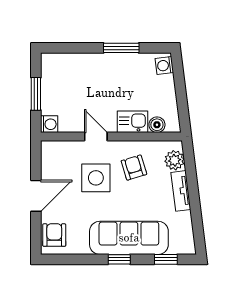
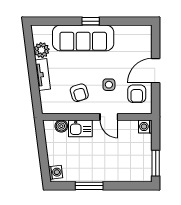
window: (36, 94) -> (156, 163), moved
plant: (174, 160) -> (42, 50), moved
side table: (96, 178) -> (109, 85), width x0.54, depth x0.54
armchair: (54, 235) -> (137, 94), moved
window: (166, 259) -> (54, 21), removed

